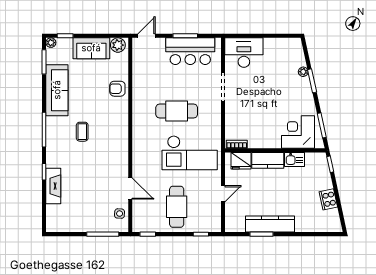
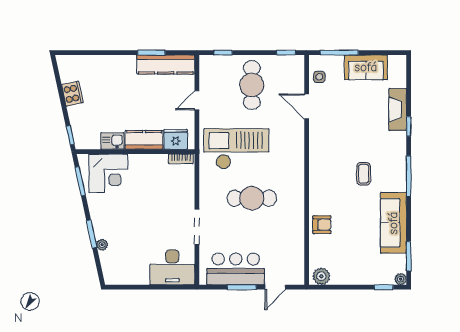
door: (146, 36) -> (275, 287), moved
sofa: (91, 48) -> (366, 67), moved, turned 180
kitchen counter: (270, 224) -> (166, 65), moved

